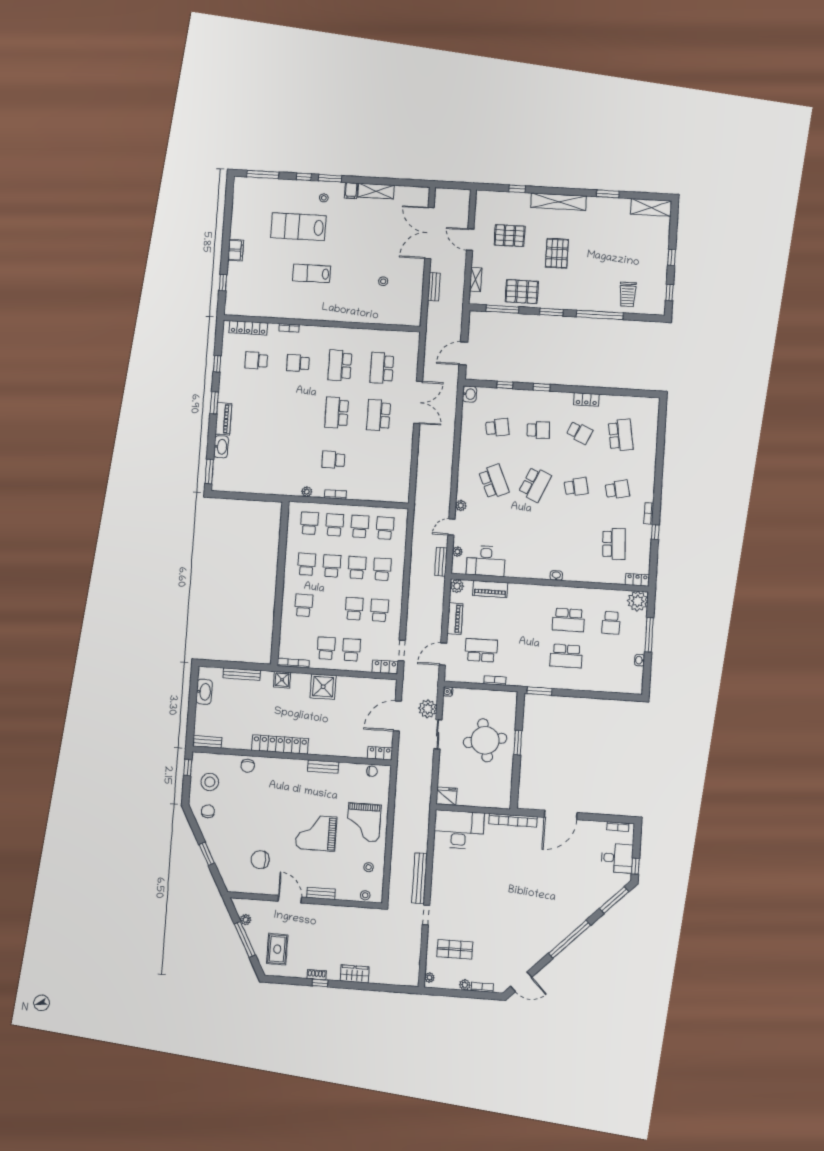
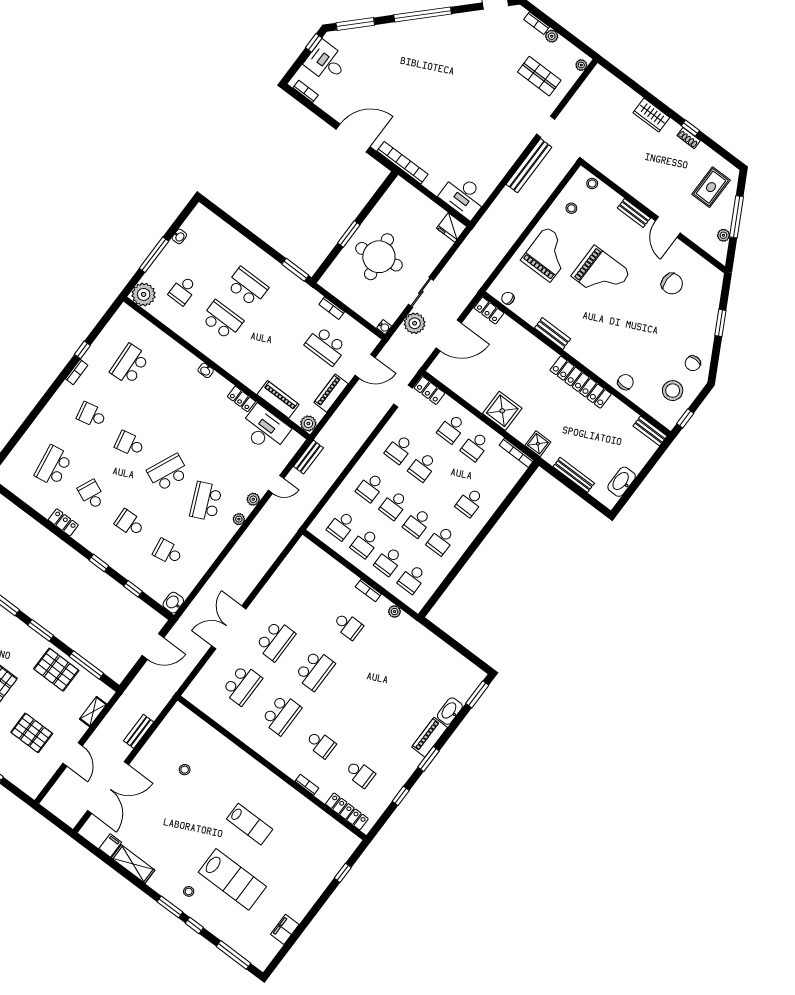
filing cabinet: (351, 191) -> (110, 845), moved
filing cabinet: (236, 250) -> (285, 929), moved
plant: (457, 552) -> (239, 519), moved
locker: (637, 580) -> (241, 399), moved
school desk: (611, 623) -> (183, 290), turned 180
desk: (459, 830) -> (464, 196), width x0.73, depth x0.77

